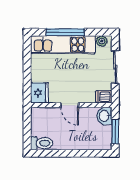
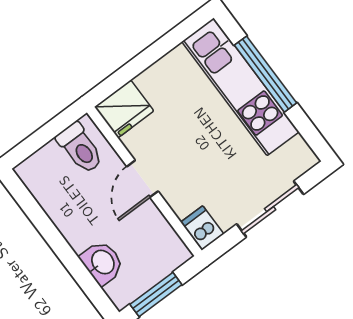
plant: (102, 41) -> (298, 151), removed
washbasin: (104, 116) -> (102, 263), moved, turned 90
toilet: (42, 143) -> (80, 148), moved

